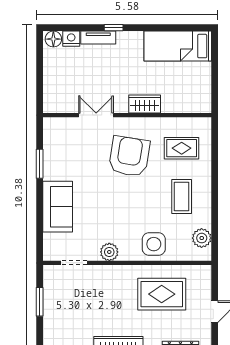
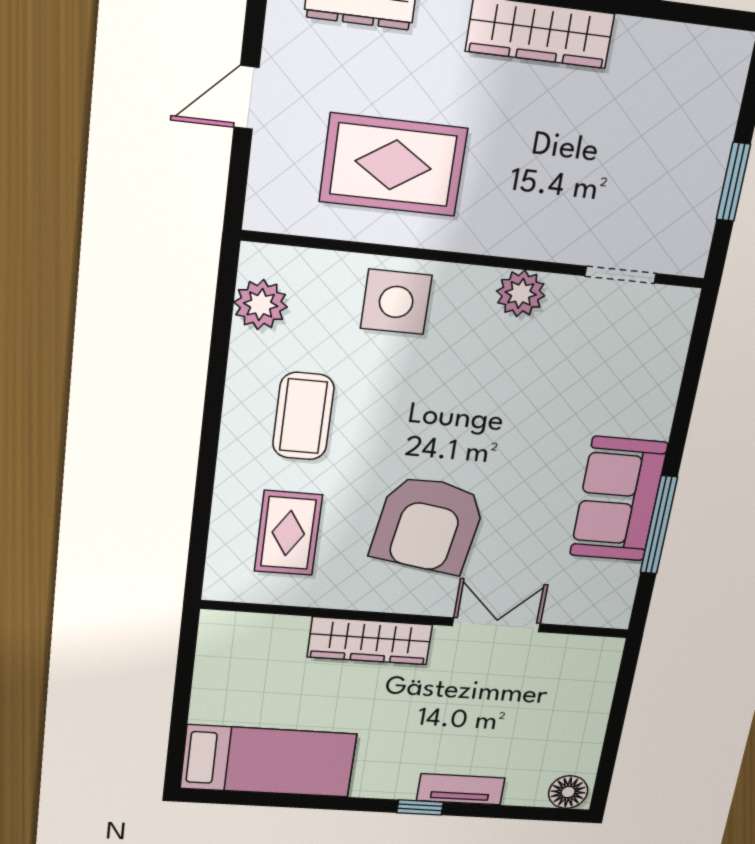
nightstand: (71, 39) -> (526, 791), removed
wardrobe: (145, 104) -> (370, 641), width x1.50
double door: (96, 115) -> (496, 625), swing flipped
rug: (182, 148) -> (288, 533), turned 90
window: (40, 164) -> (659, 525), width x1.44
sofa: (58, 207) -> (618, 499), moved

